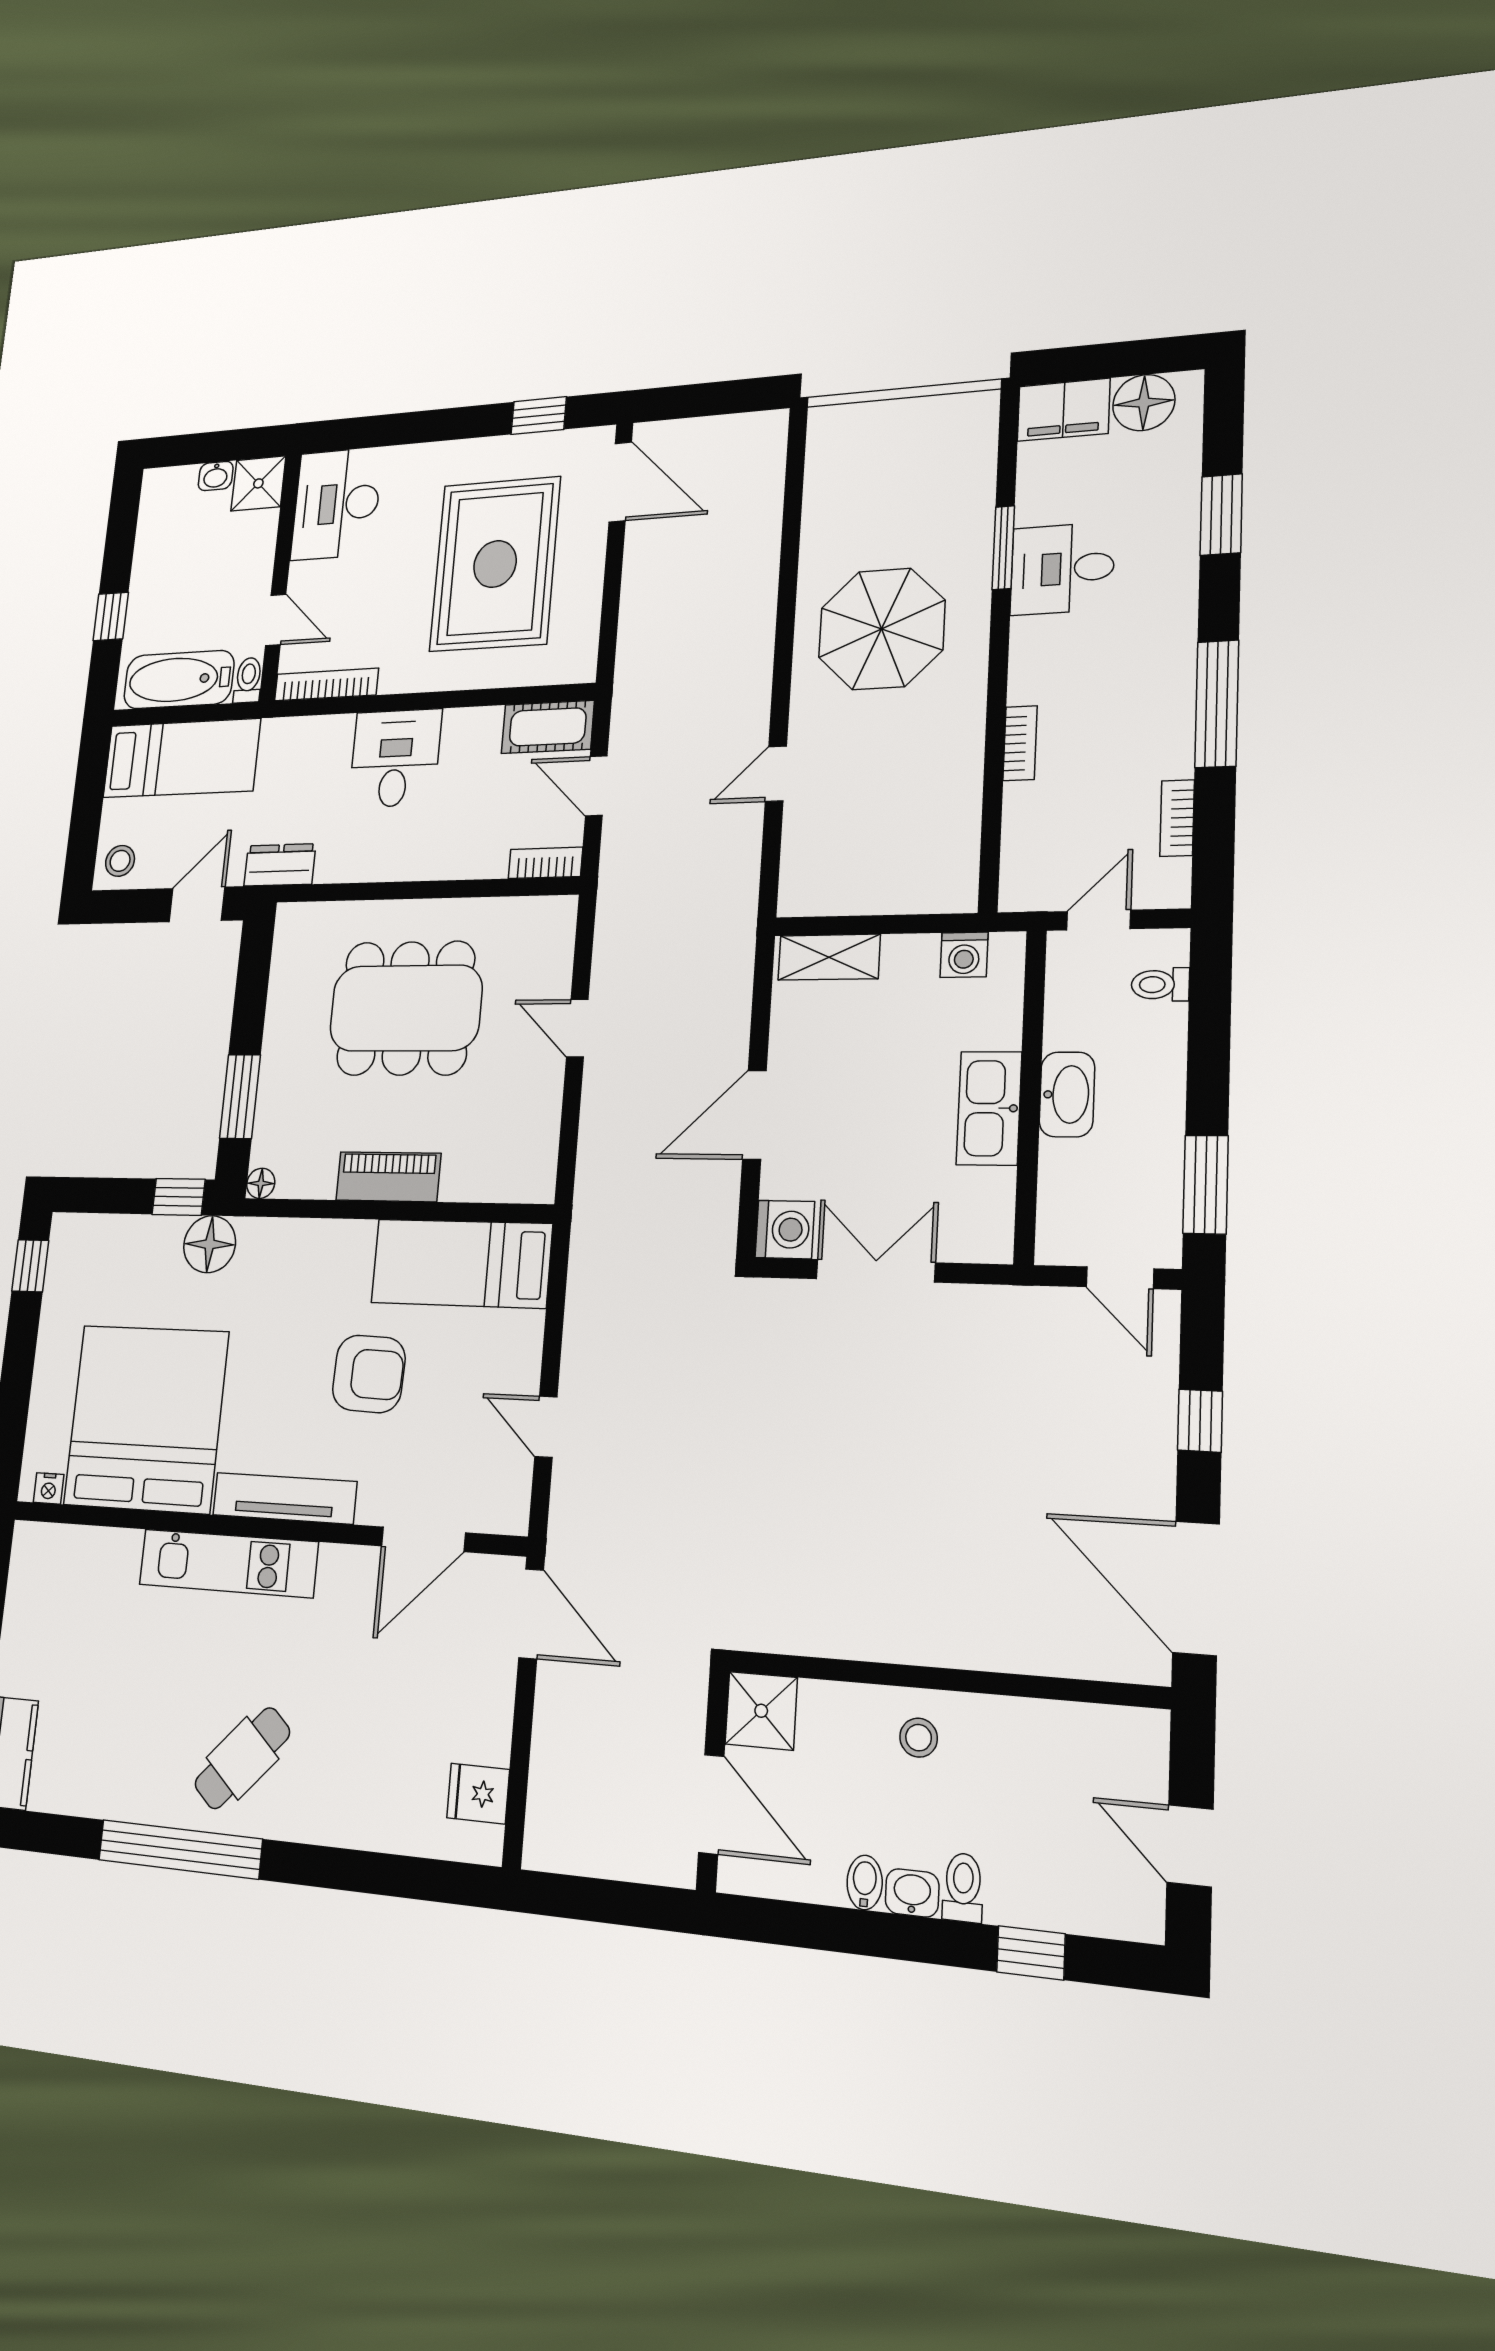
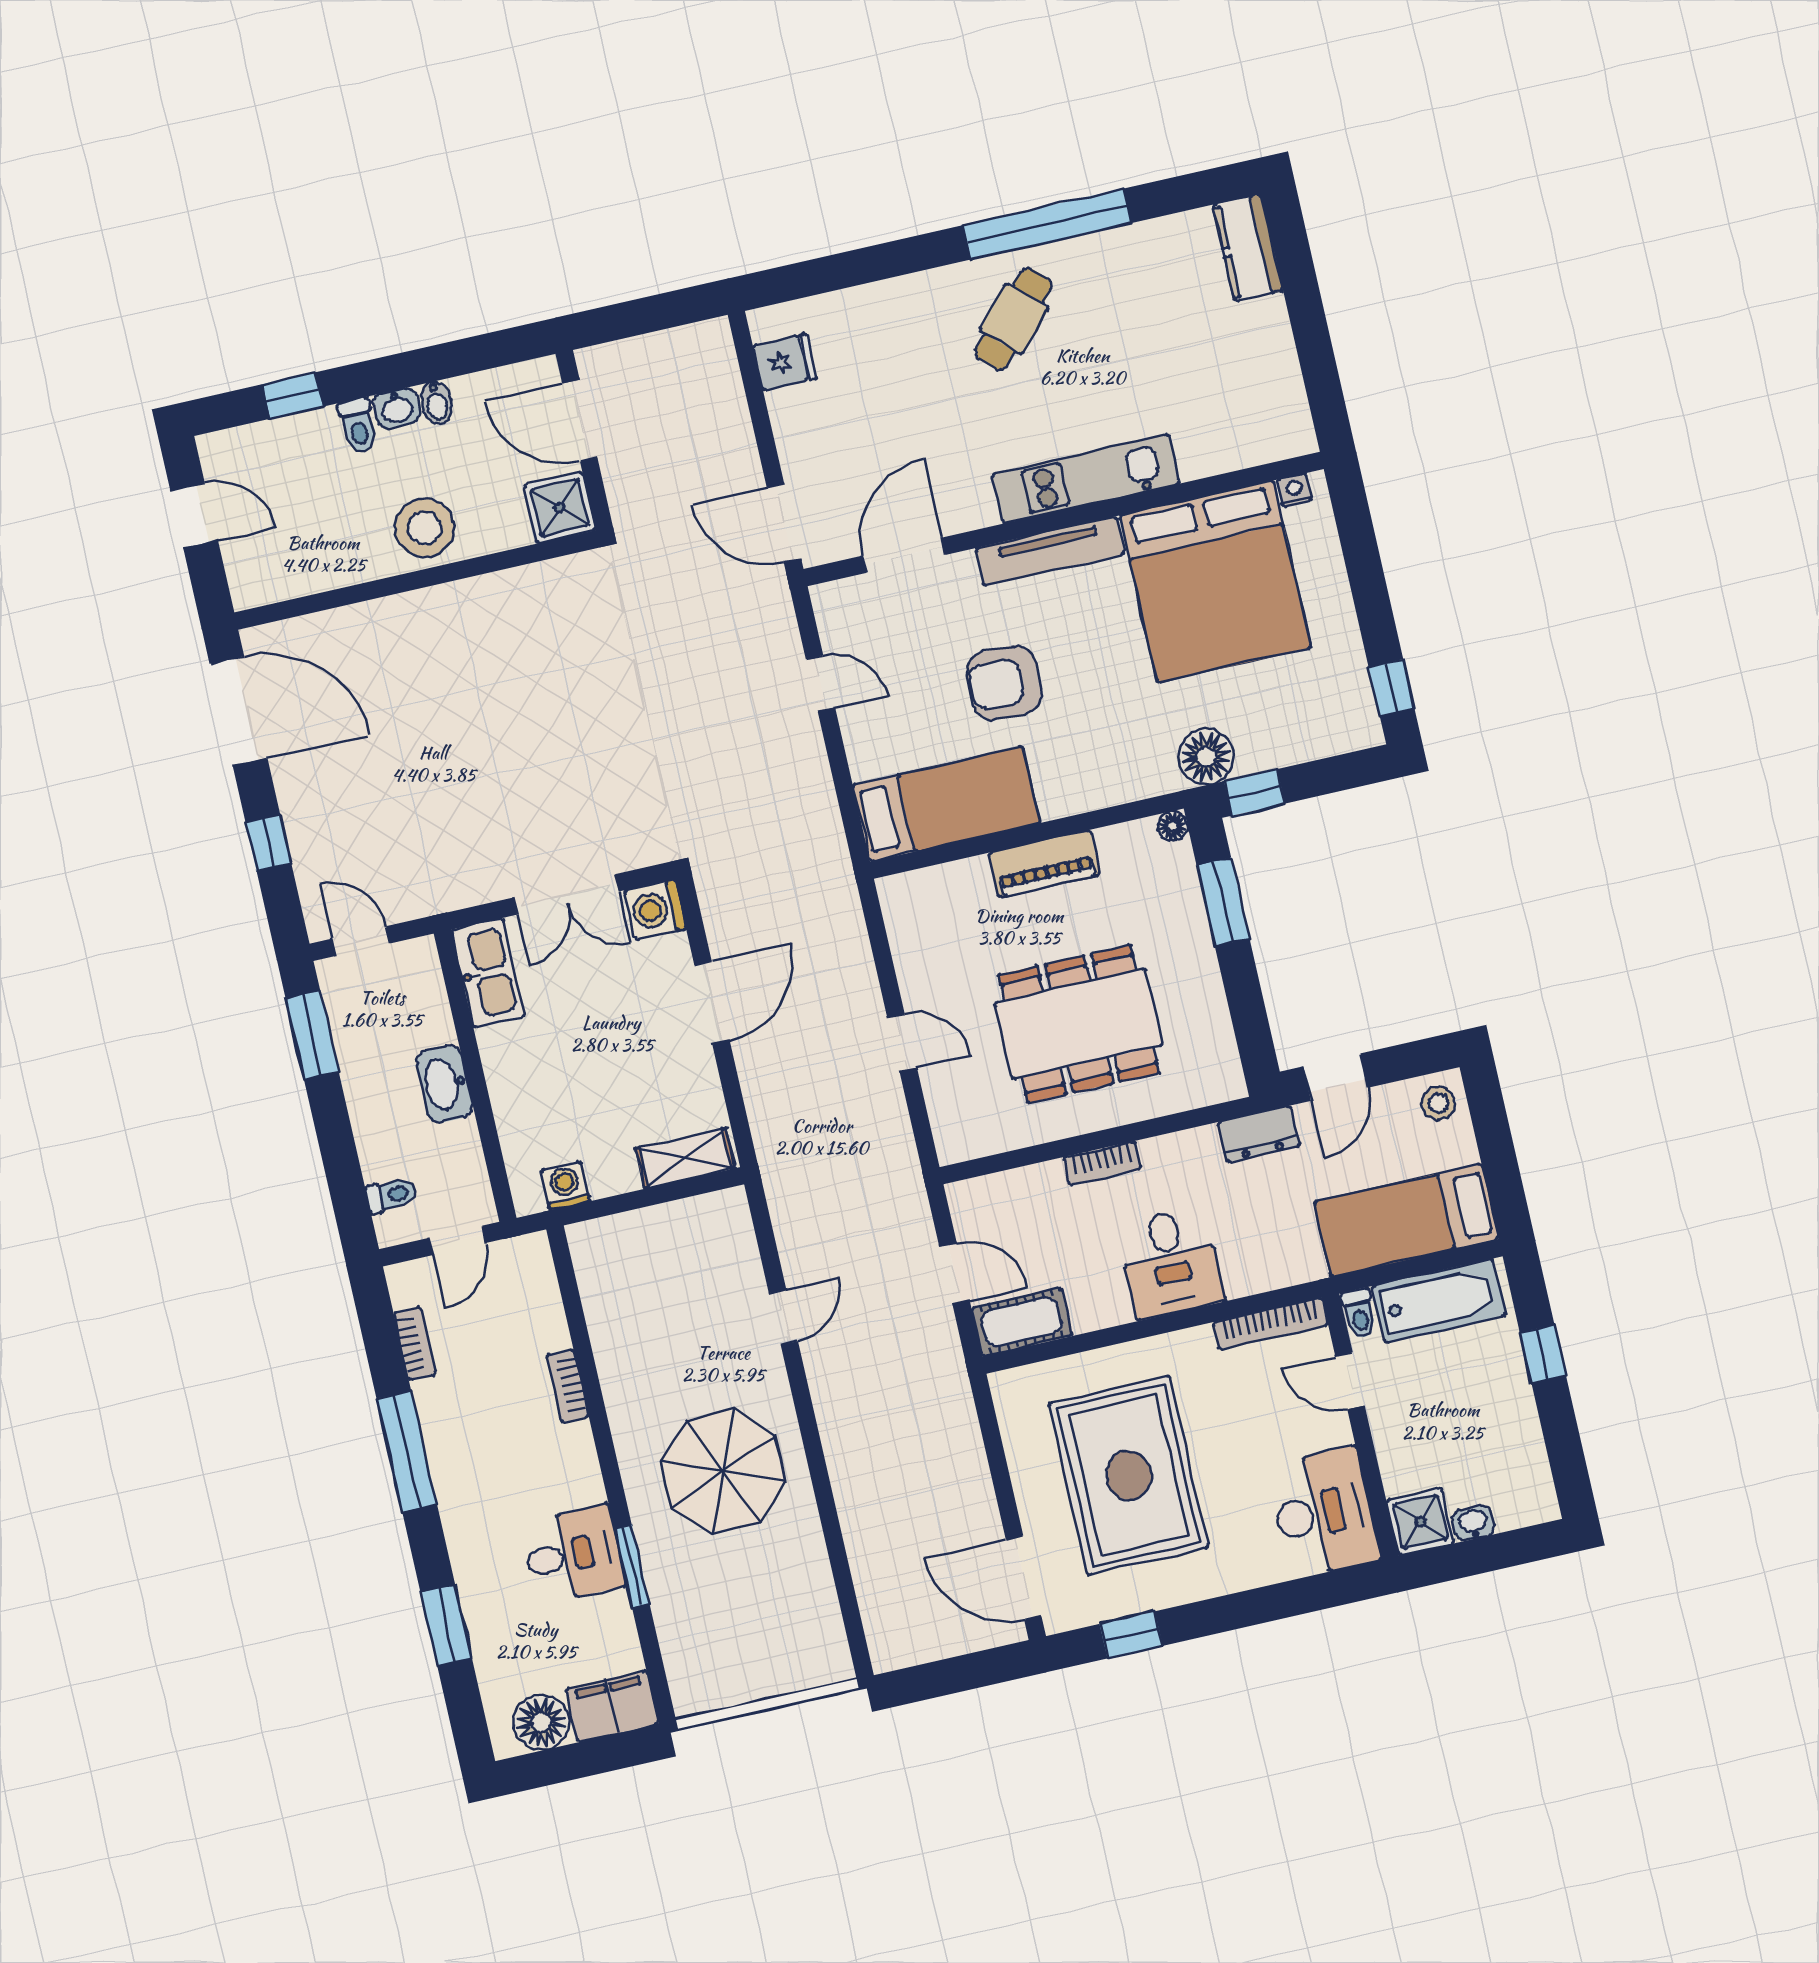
bookcase: (545, 863) -> (1102, 1163), moved
kitchen sink: (989, 1108) -> (488, 973), moved
stool: (919, 1738) -> (425, 528), width x1.89, depth x1.89

